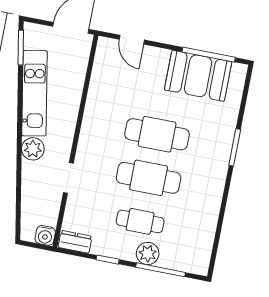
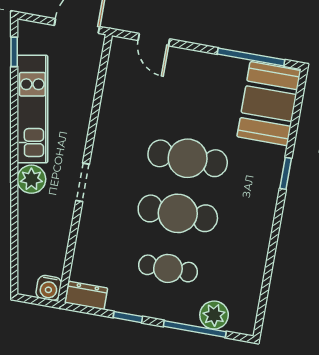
window: (21, 48) -> (14, 52), width x0.67
booth: (198, 76) -> (269, 104), moved, turned 90
window: (235, 147) -> (286, 173), width x0.67
doorway: (68, 178) -> (83, 182), moved
plant: (148, 253) -> (214, 315), moved

